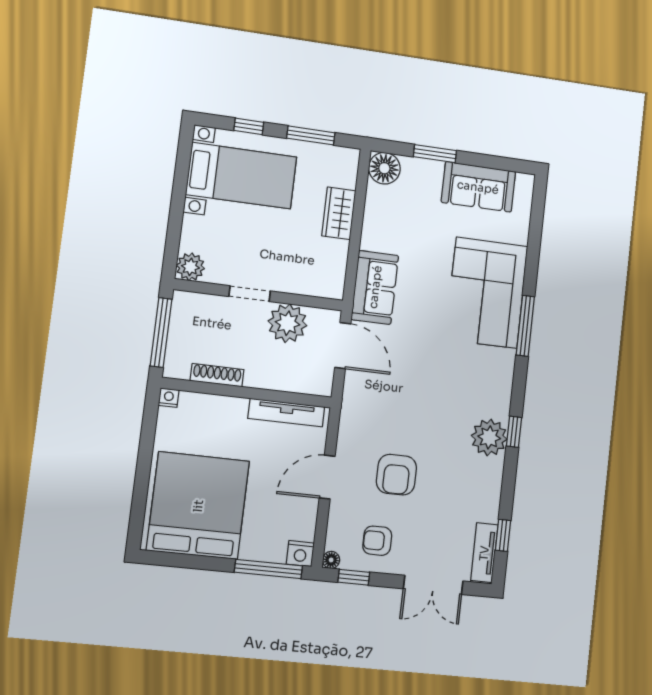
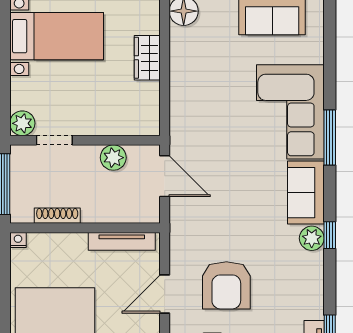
sofa: (375, 287) -> (306, 193), moved, turned 180
doorway: (250, 294) -> (54, 140), moved
plant: (288, 323) -> (113, 158), width x0.73, depth x0.73
plant: (489, 437) -> (312, 238), width x0.73, depth x0.73
armchair: (396, 475) -> (226, 285), width x1.36, depth x1.36

